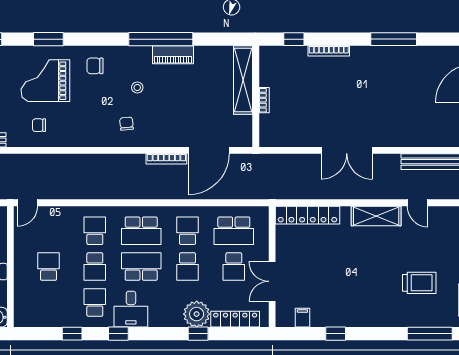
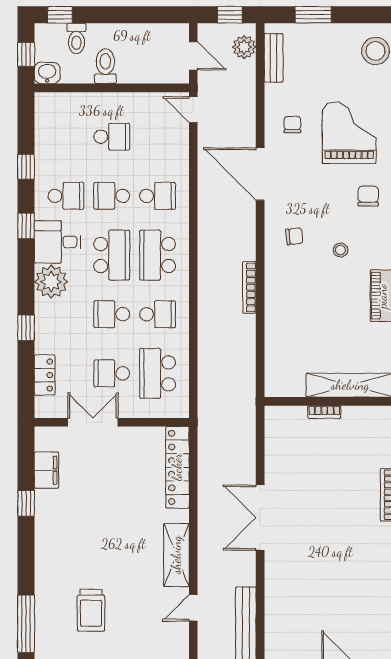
door: (209, 150) -> (260, 174), moved
plant: (197, 314) -> (51, 282), moved
filing cabinet: (302, 318) -> (47, 470), width x2.00
locker: (235, 319) -> (45, 375), width x0.66

